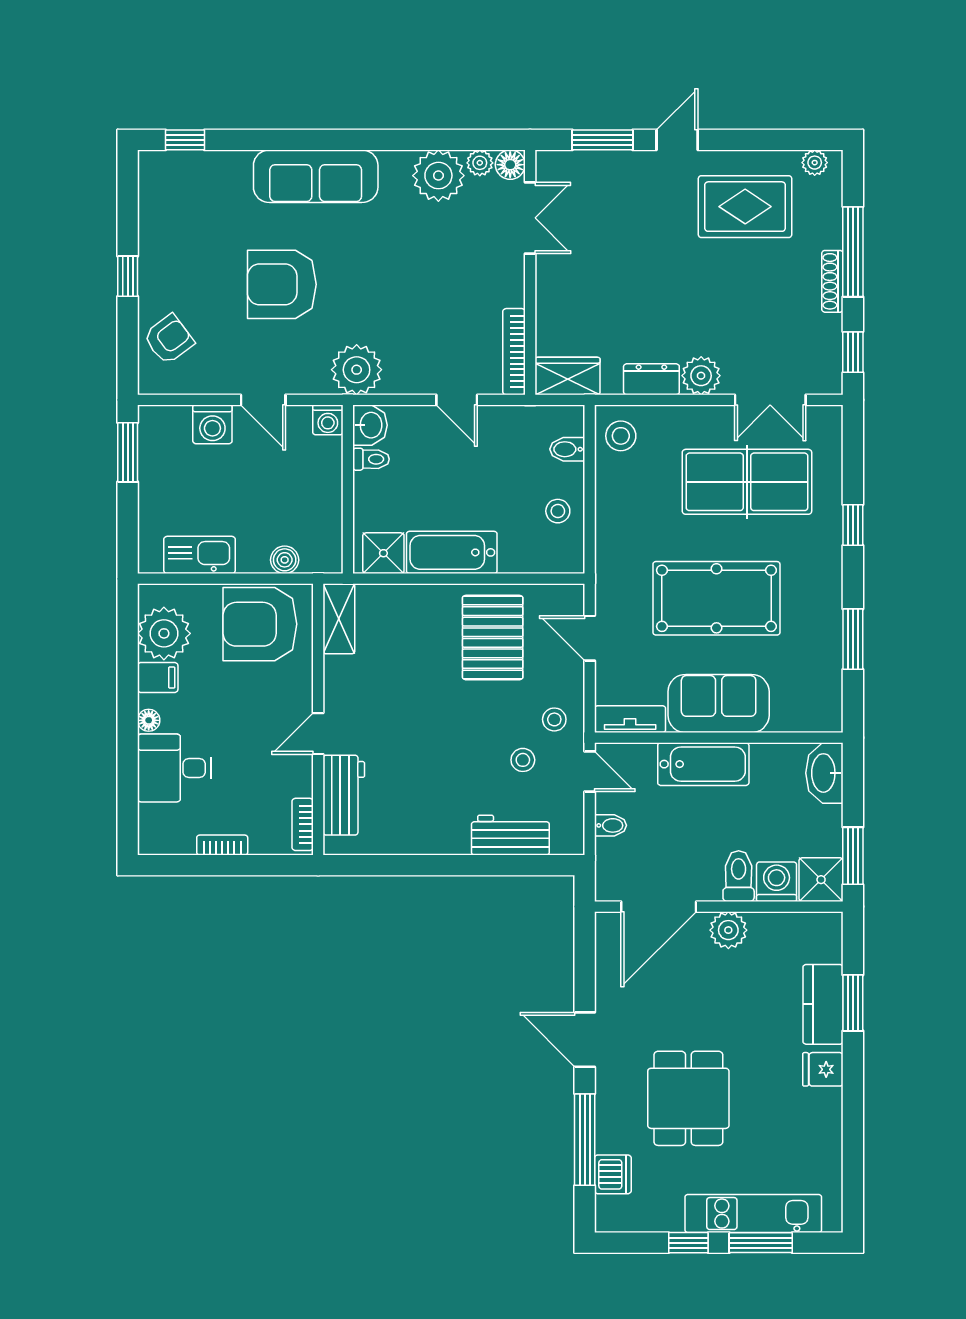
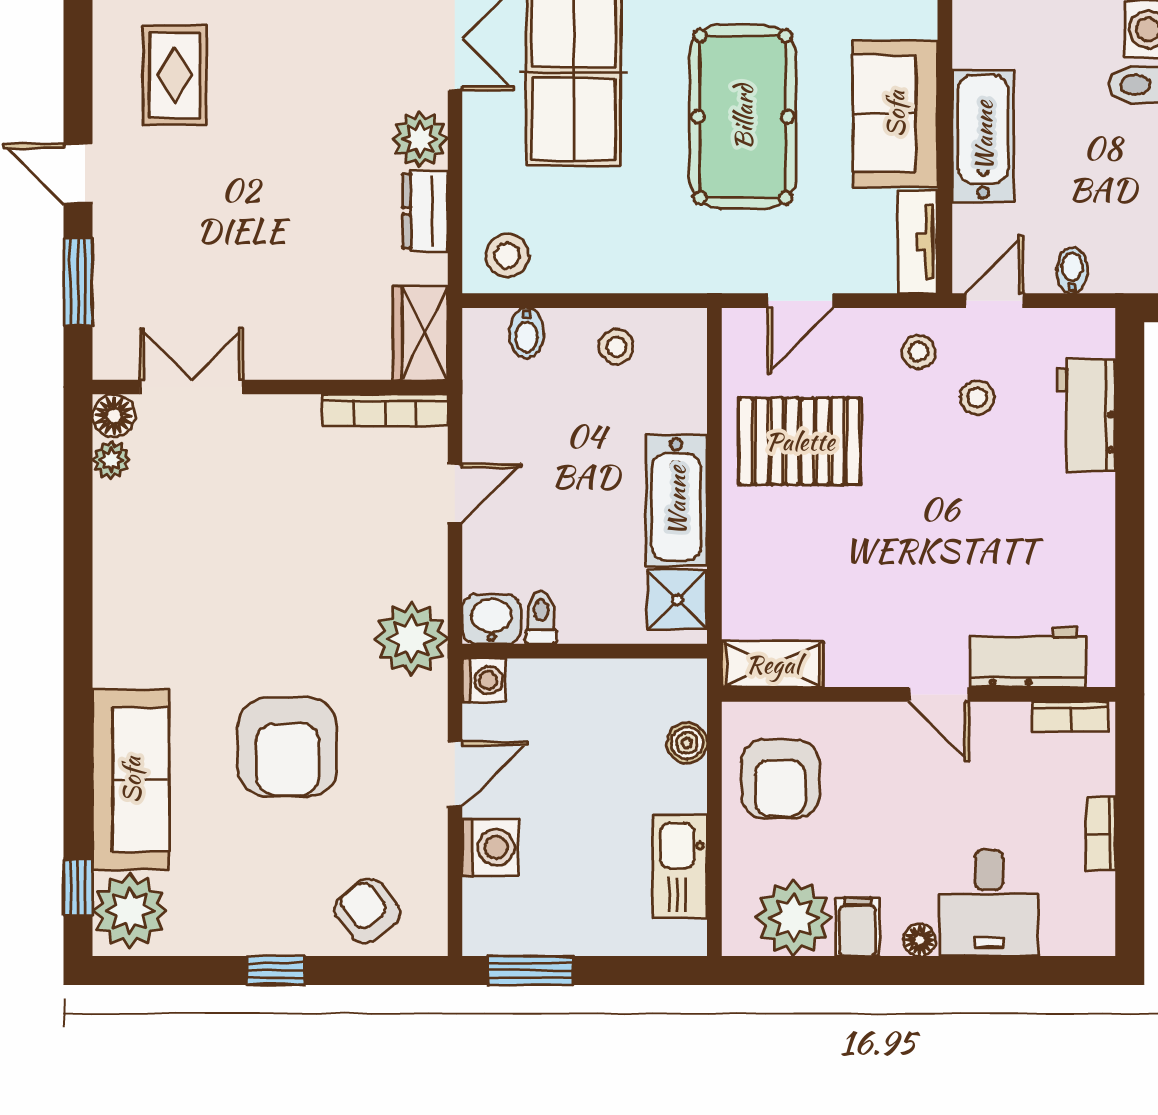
sofa: (316, 176) -> (131, 780), moved
plant: (438, 176) -> (130, 911), moved
rug: (745, 207) -> (175, 75), width x0.73, depth x0.70
armchair: (260, 624) -> (780, 779), width x0.73, depth x0.73

